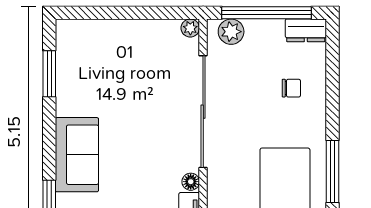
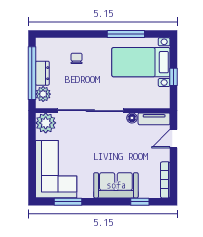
plant: (190, 28) -> (46, 123), width x1.87, depth x1.87
dresser: (306, 30) -> (42, 73), moved
corner sofa: (104, 54) -> (56, 169), added

